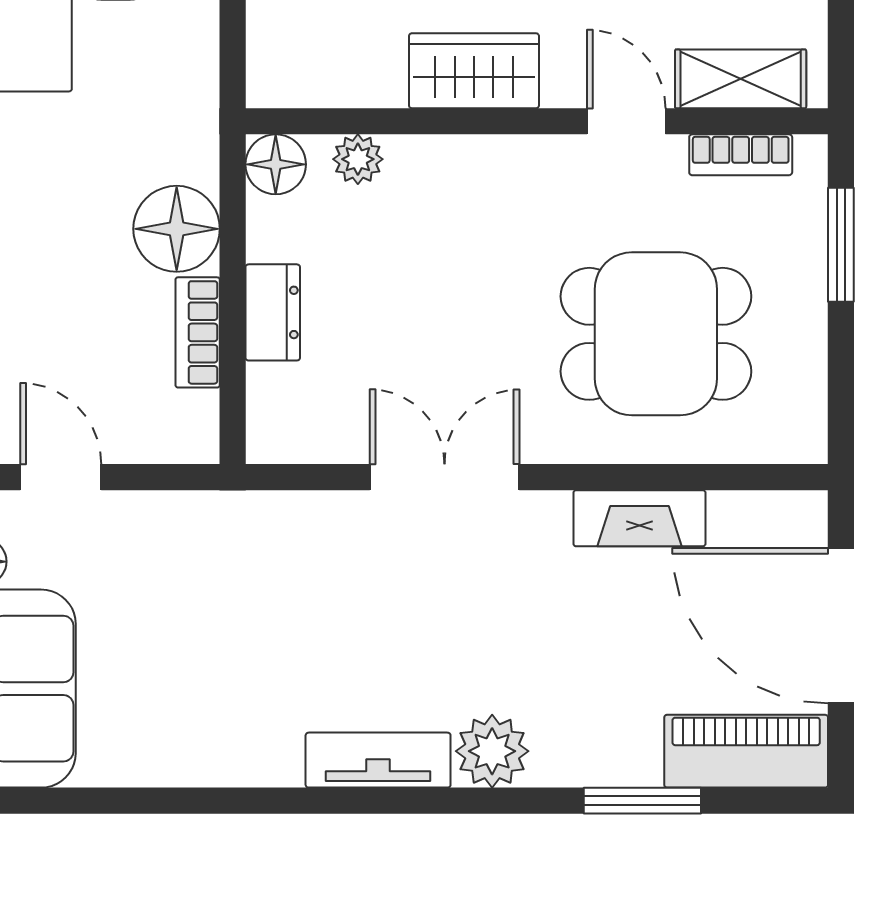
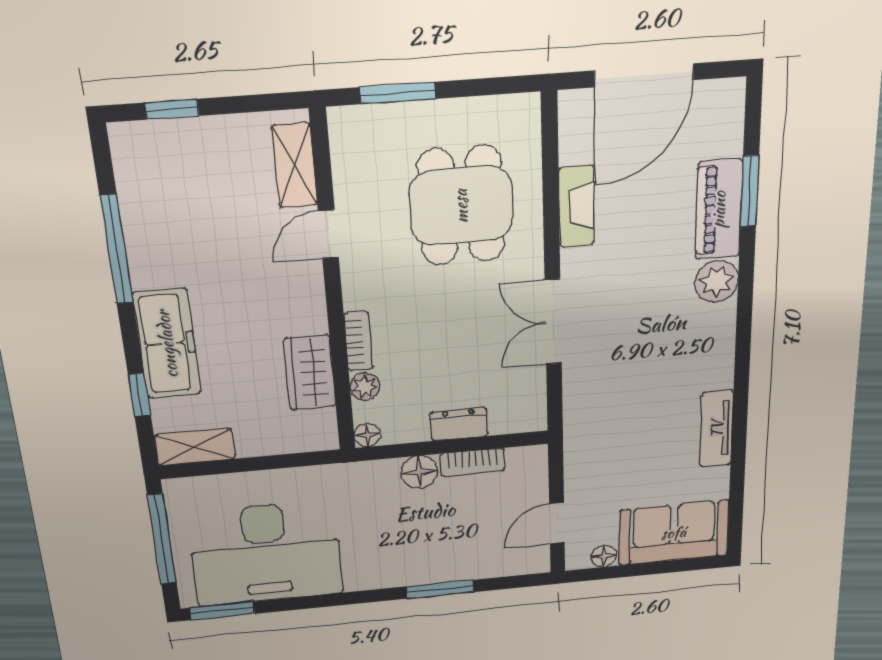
wardrobe: (474, 71) -> (310, 373), moved
bookcase: (741, 155) -> (359, 341), moved
floor lamp: (276, 164) -> (367, 435), width x0.73, depth x0.73
floor lamp: (177, 229) -> (420, 472), width x0.73, depth x0.73
piano: (746, 751) -> (719, 210), moved
tv unit: (378, 760) -> (717, 429), moved

